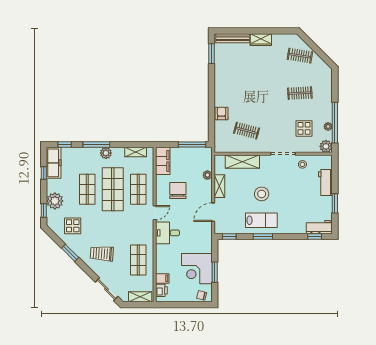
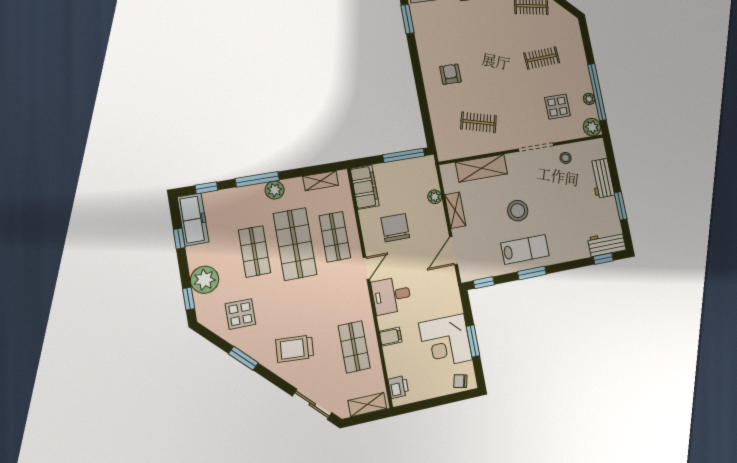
armchair: (222, 113) -> (450, 74), moved
filing cabinet: (162, 278) -> (391, 337), moved

